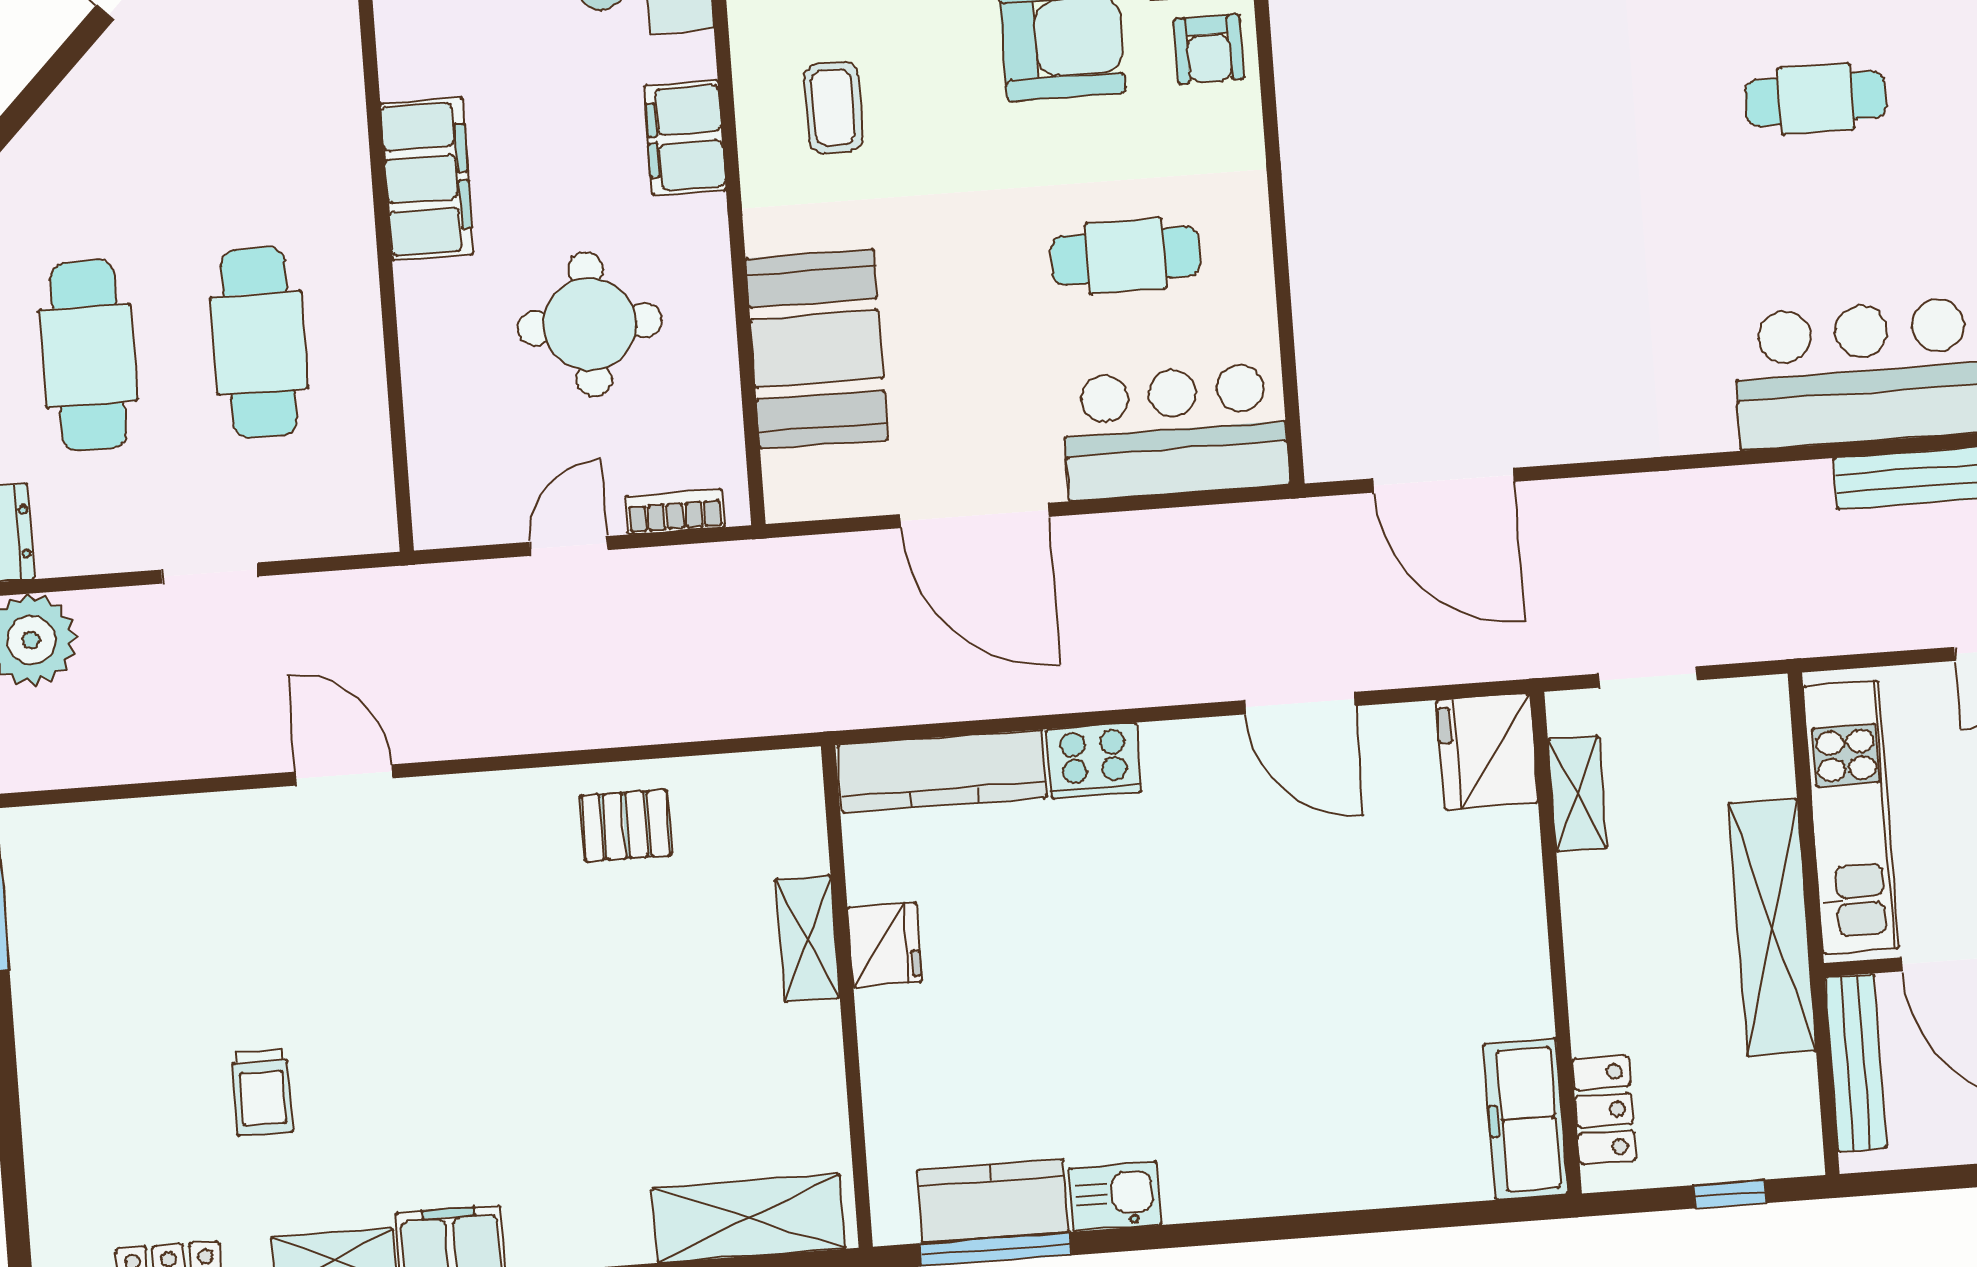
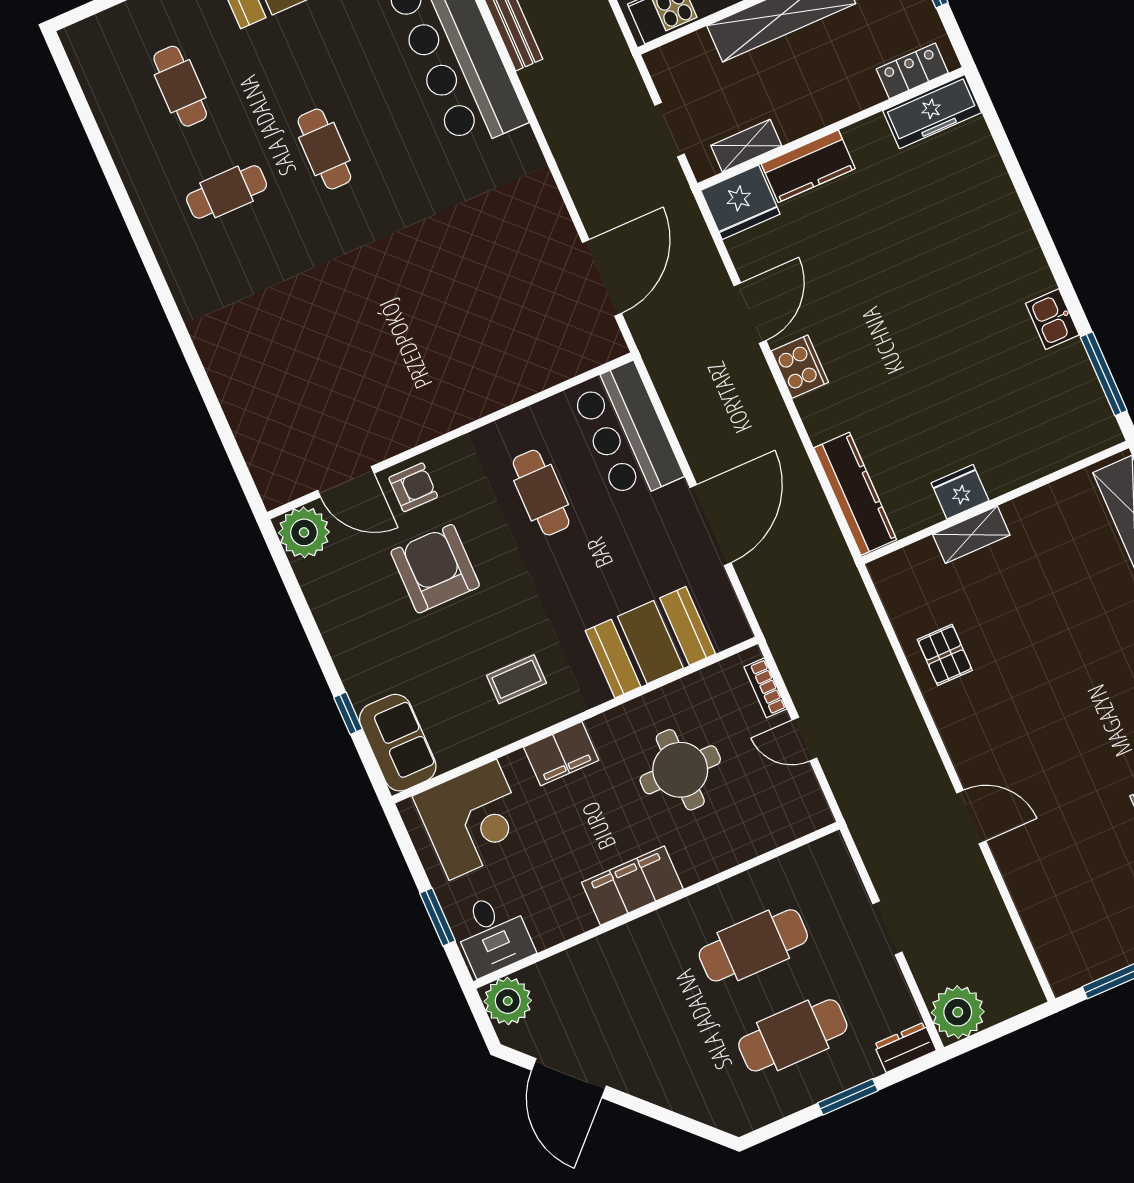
cooker: (1094, 761) -> (800, 367), moved
door: (344, 775) -> (971, 817), swing flipped
kitchen counter: (993, 1201) -> (808, 166), moved, turned -90

